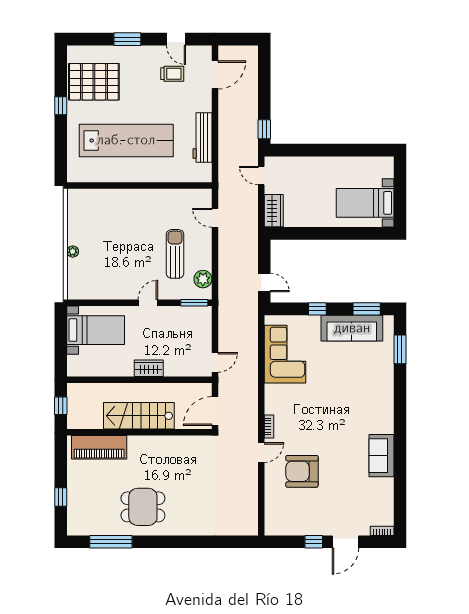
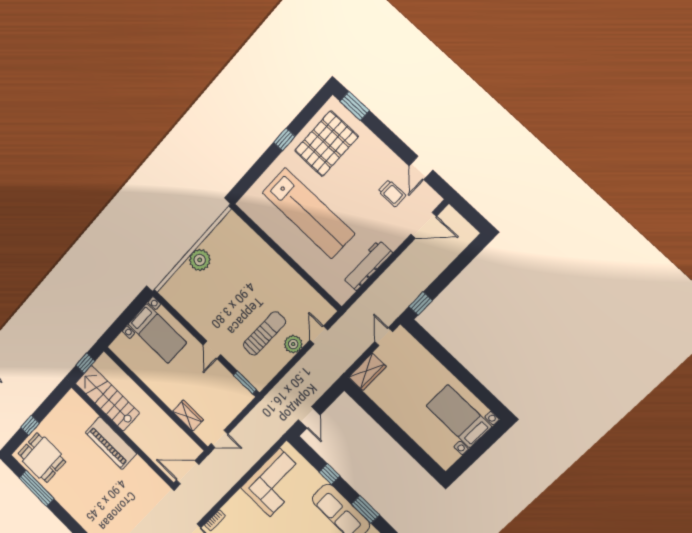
window: (127, 39) -> (355, 106), moved
pallet: (94, 82) -> (326, 144), turned 90
bed with nightstands: (365, 203) -> (459, 416), moved
plant: (73, 252) -> (200, 260), width x1.88, depth x1.88
plant: (203, 279) -> (293, 344), moved
door: (148, 303) -> (212, 350), swing flipped
wardrobe: (149, 368) -> (188, 416), moved
stairs: (139, 416) -> (107, 398), moved
piano: (99, 447) -> (111, 443), moved
dining table: (143, 507) -> (42, 458), moved

